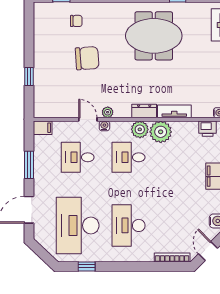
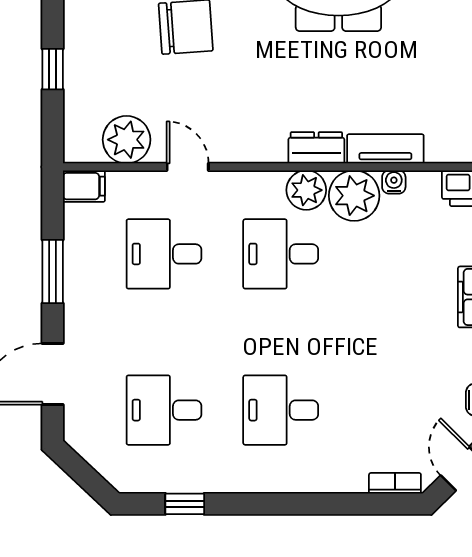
plant: (108, 112) -> (127, 140), moved, width x1.88, depth x1.88
water cooler: (104, 126) -> (394, 182), moved
desk: (78, 225) -> (164, 410), width x0.53, depth x0.77
desk: (129, 225) -> (281, 410), width x0.73
bookcase: (172, 257) -> (395, 483), width x0.64

